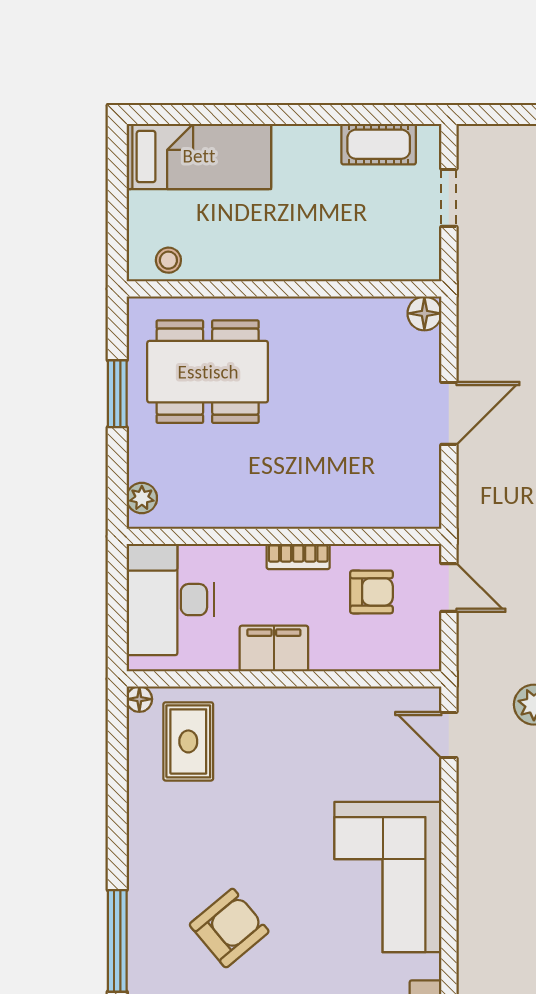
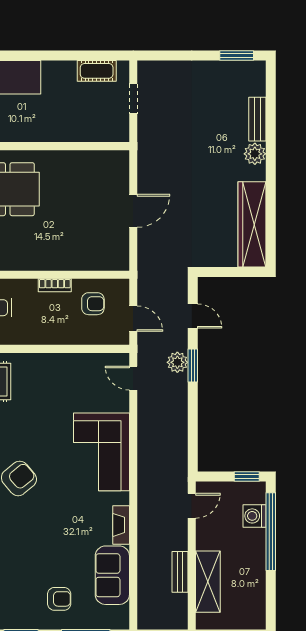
floor lamp: (424, 313) -> (120, 159), removed
door: (449, 587) -> (133, 319), moved
filing cabinet: (274, 649) -> (42, 333), removed

